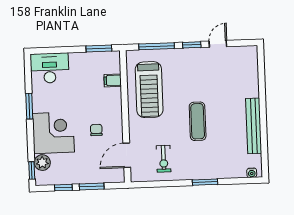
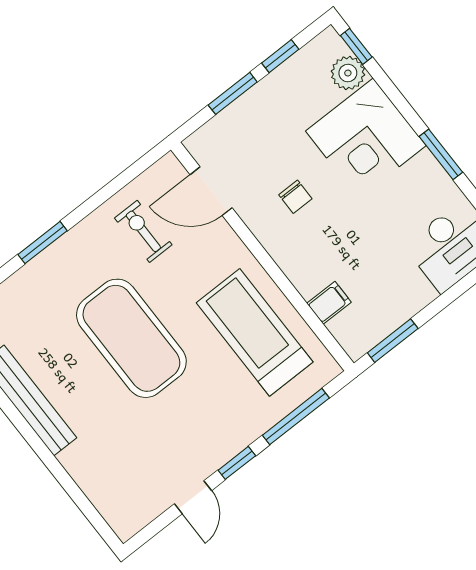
exercise mat: (198, 121) -> (131, 338), width x2.00, depth x1.45
door: (127, 155) -> (211, 191), swing flipped

